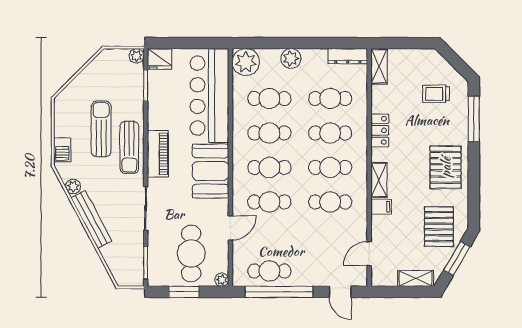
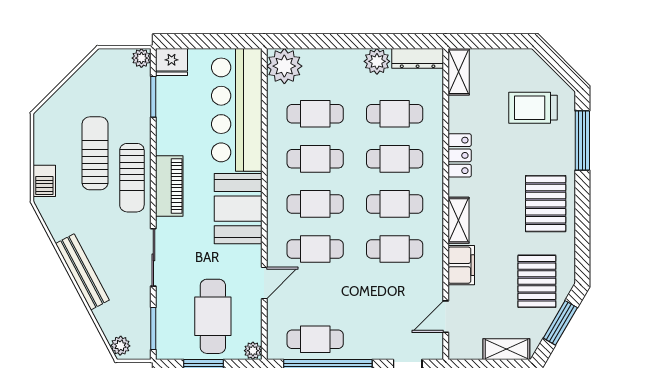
plant: (291, 58) -> (377, 61), moved
trolley: (436, 94) -> (533, 108), width x1.36, depth x1.39
plant: (73, 186) -> (120, 346), moved
filing cabinet: (381, 207) -> (461, 265), width x2.00

